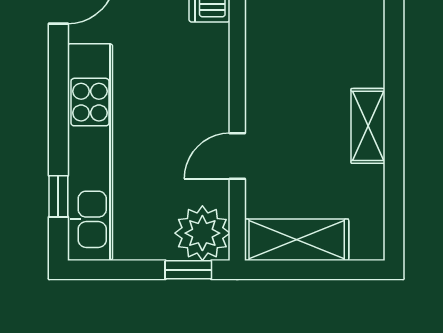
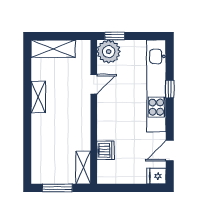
window: (58, 196) -> (170, 89), moved
shelving: (297, 240) -> (53, 49), moved

